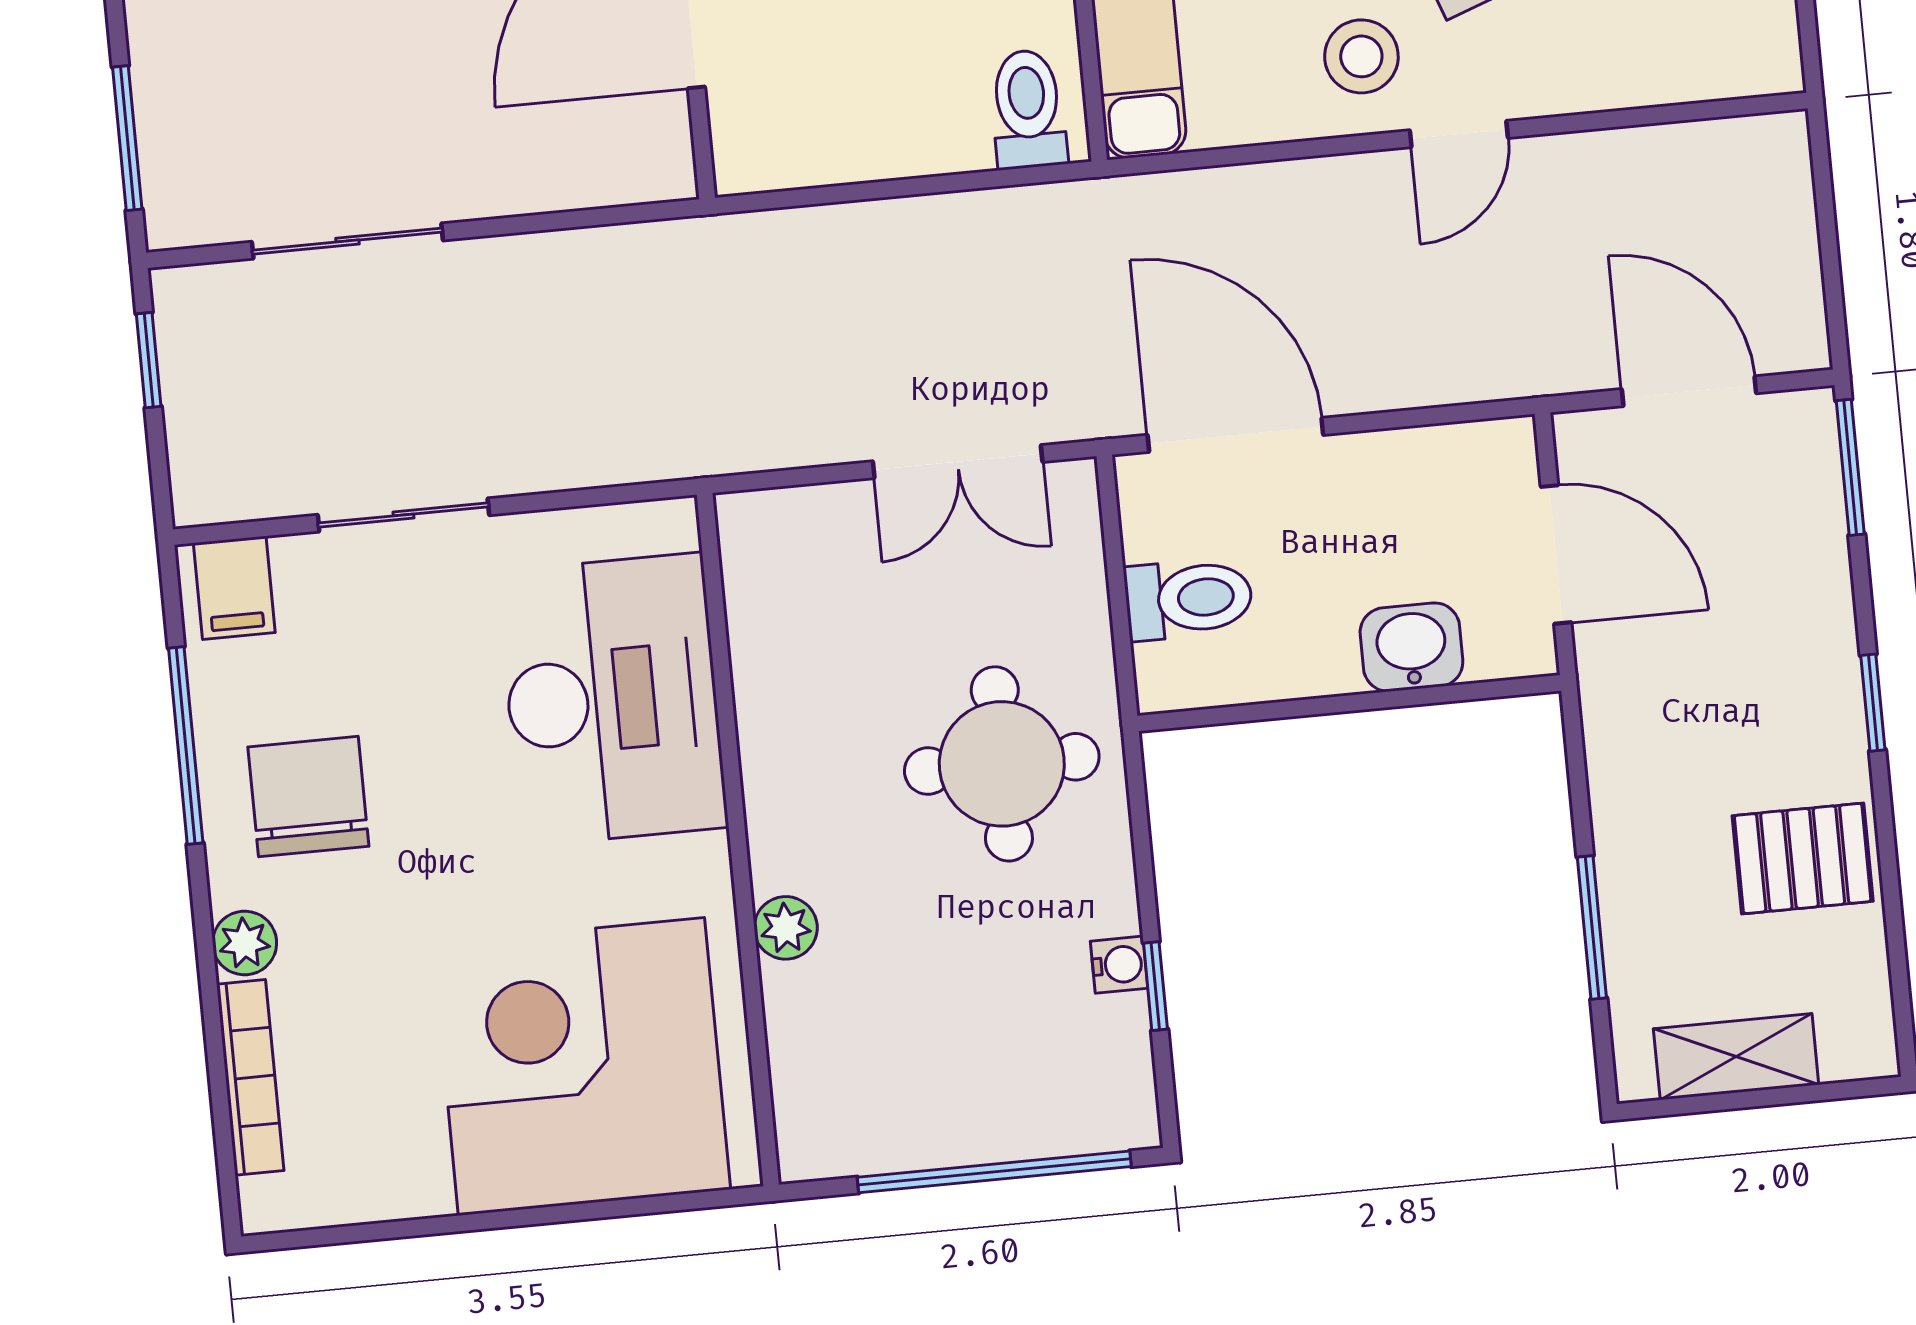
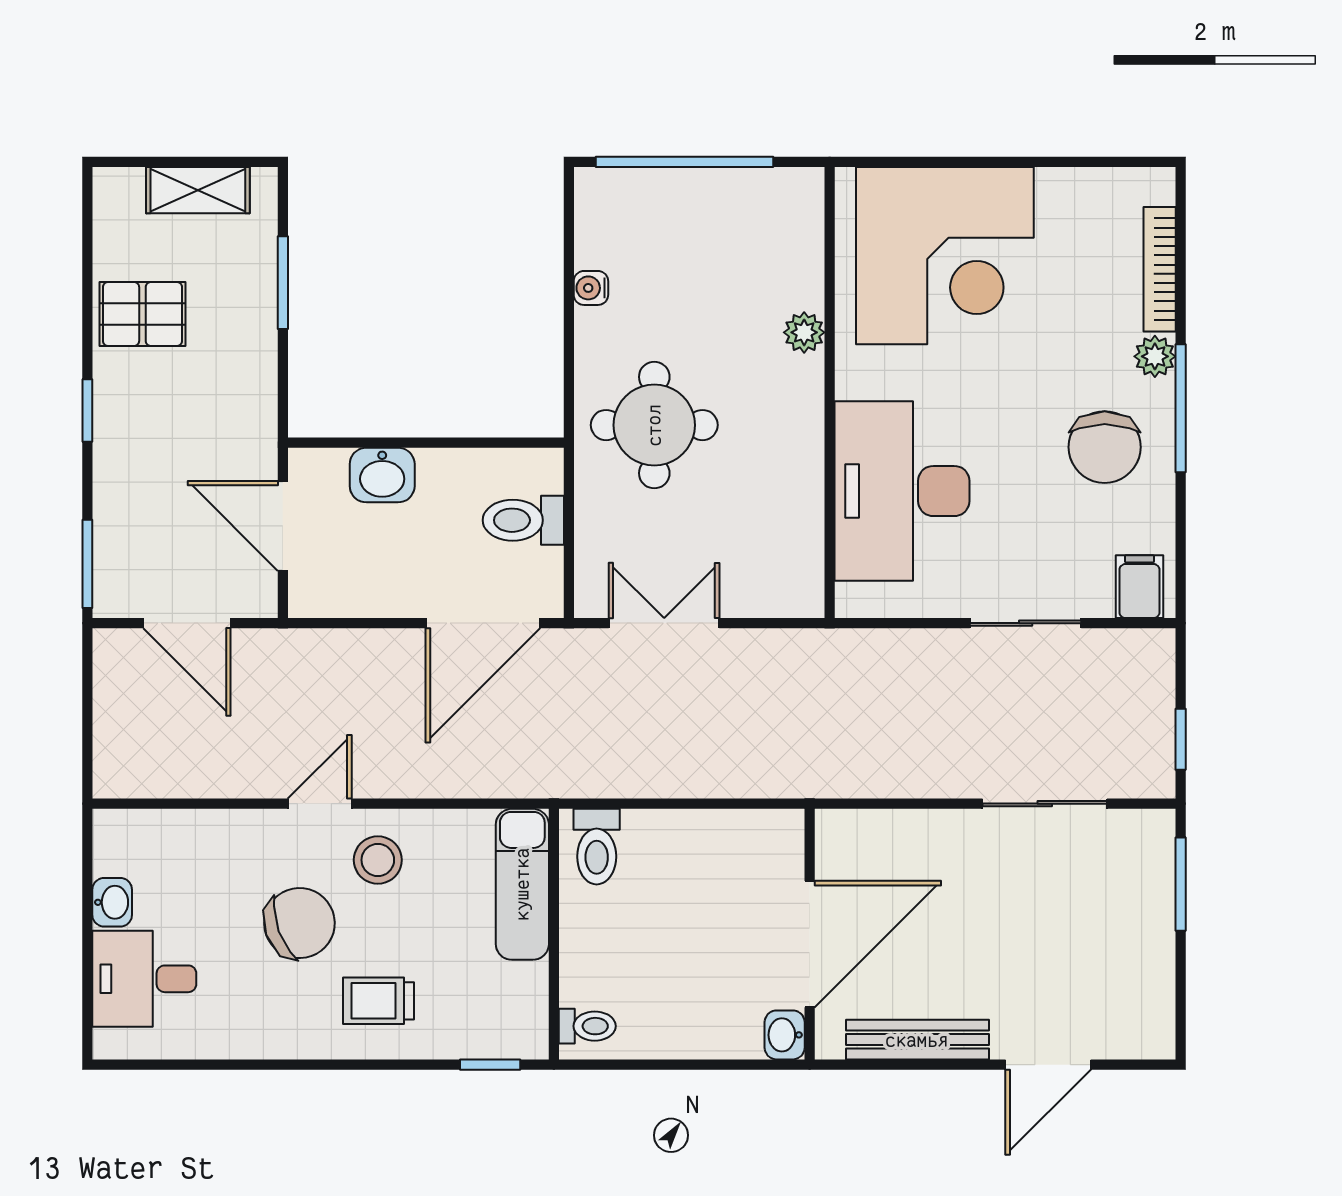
door: (1235, 435) -> (483, 623), hinge flipped
window: (186, 745) -> (1181, 408), moved
window: (1155, 986) -> (569, 272), removed

